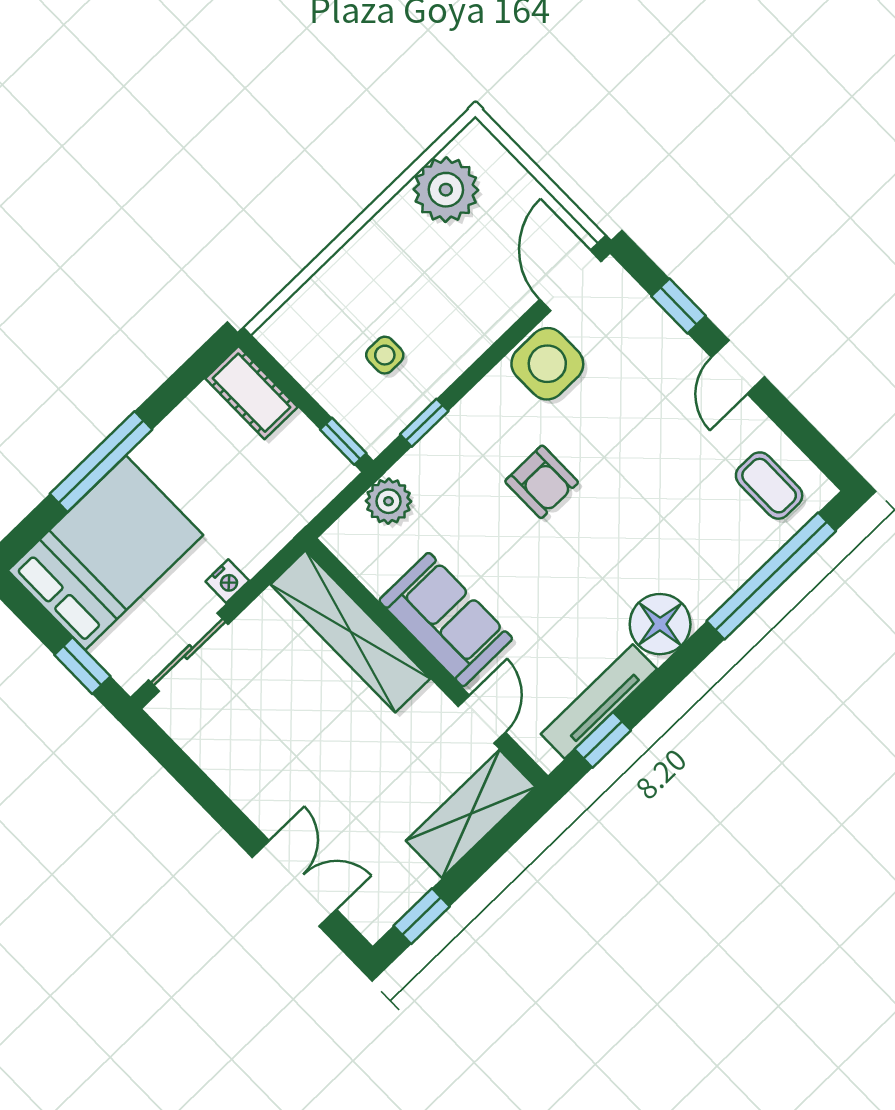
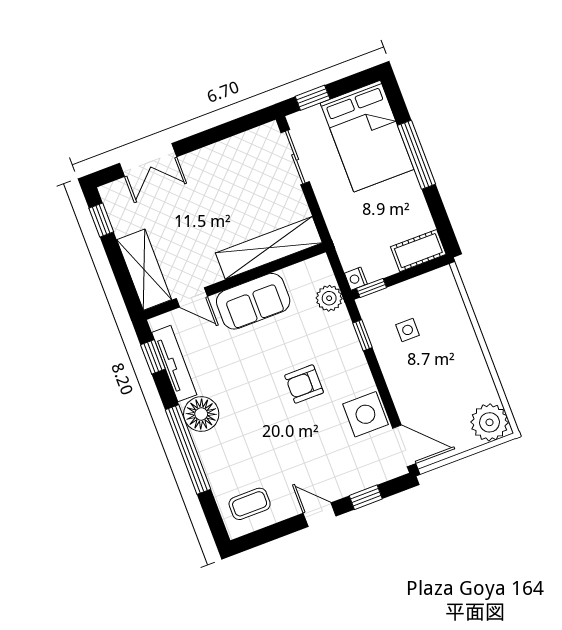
plant: (446, 190) -> (489, 422), moved
window: (771, 576) -> (188, 450), moved
nightstand: (227, 581) -> (356, 279), moved

